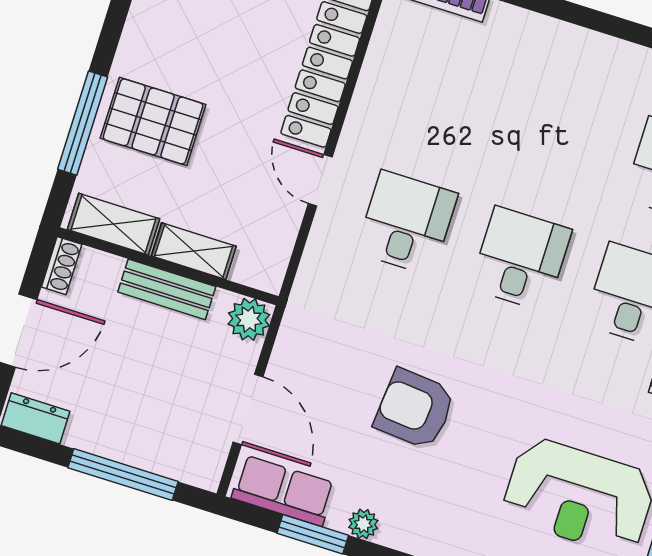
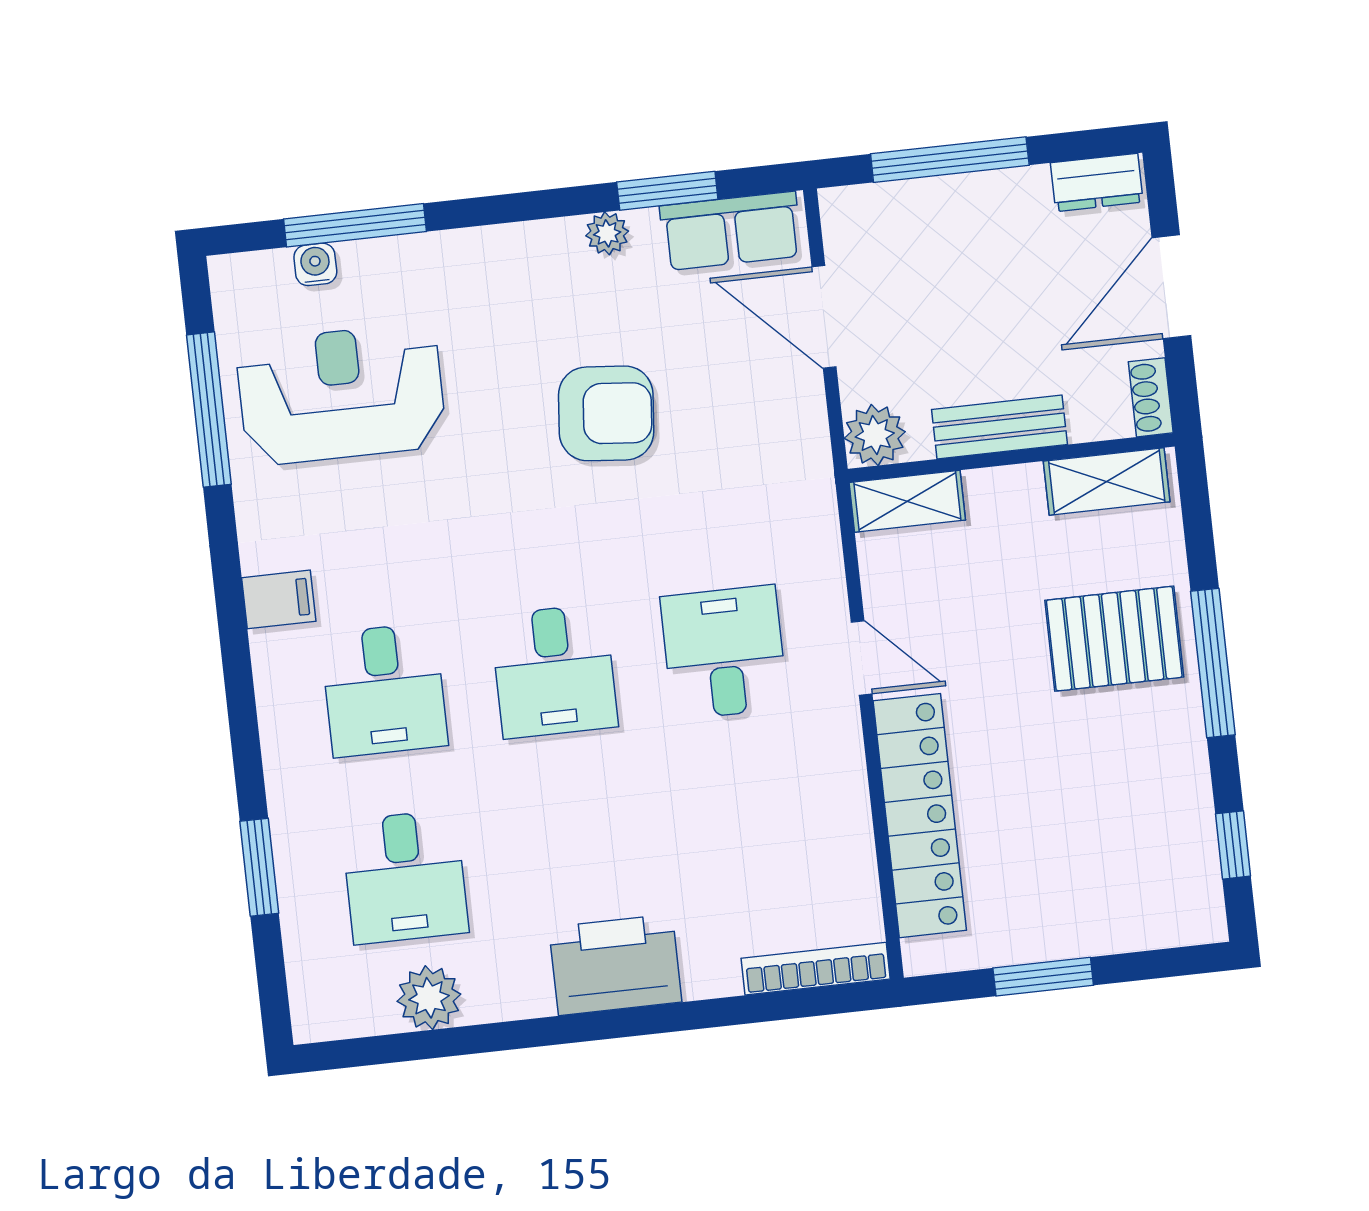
printer: (564, 54) -> (615, 965), added
window: (83, 123) -> (1213, 663), moved
desk: (407, 223) -> (724, 652), turned 180
shelving: (194, 251) -> (907, 501), moved

